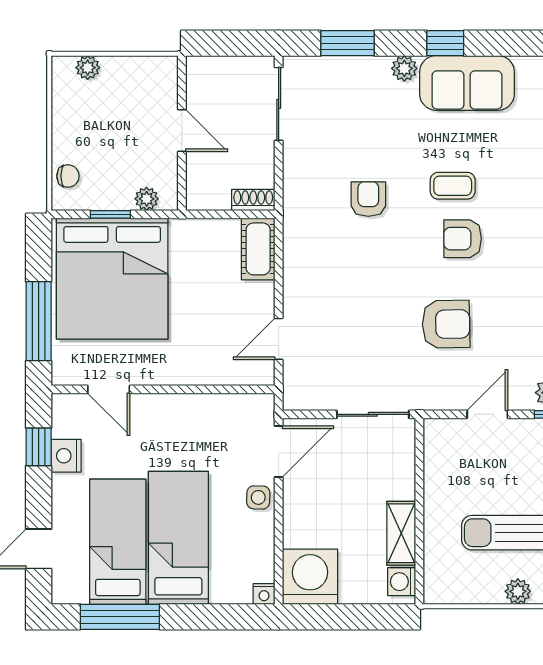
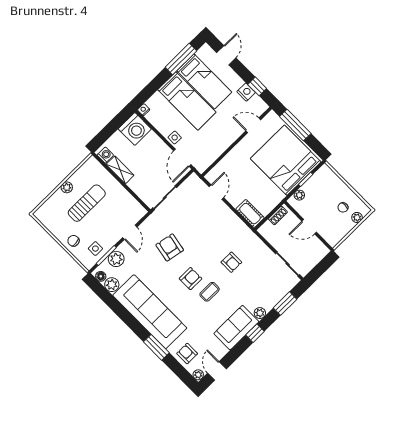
chair: (68, 176) -> (343, 207), moved
shoe rack: (253, 200) -> (278, 216), moved
armchair: (446, 324) -> (170, 247), turned 102

